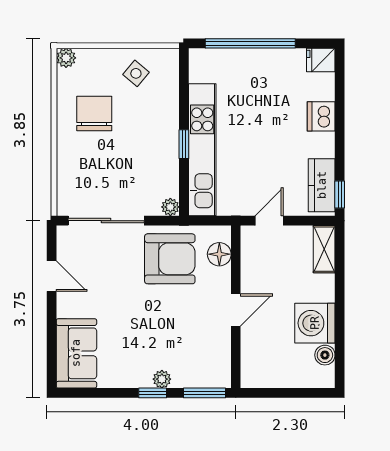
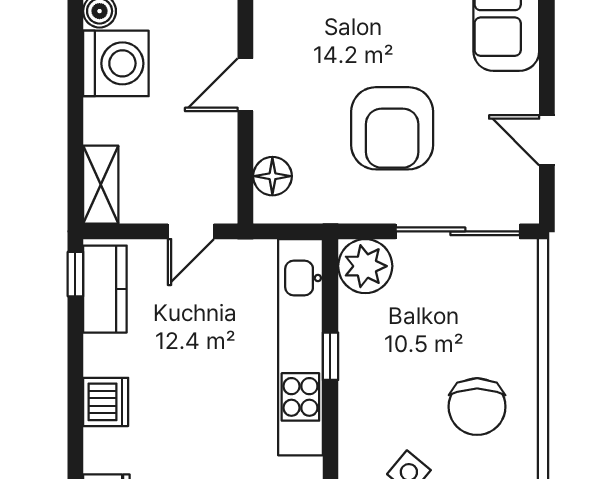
plant: (170, 207) -> (365, 266), width x1.88, depth x1.88
armchair: (170, 259) -> (392, 128), moved, turned -90

